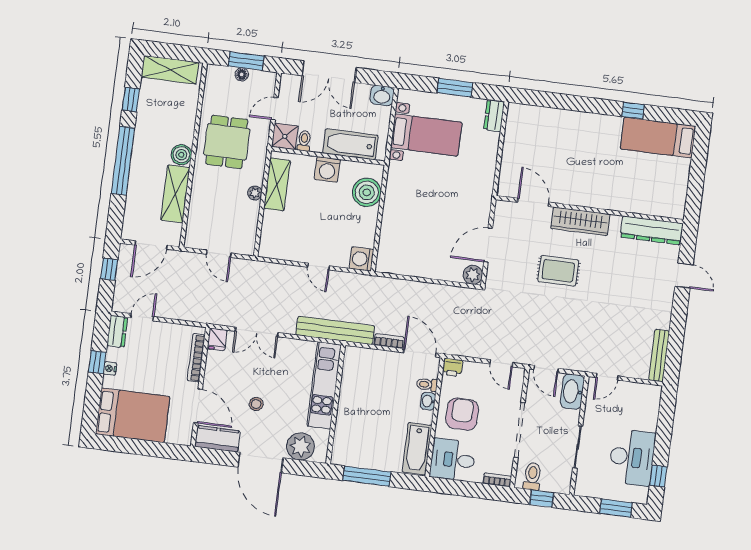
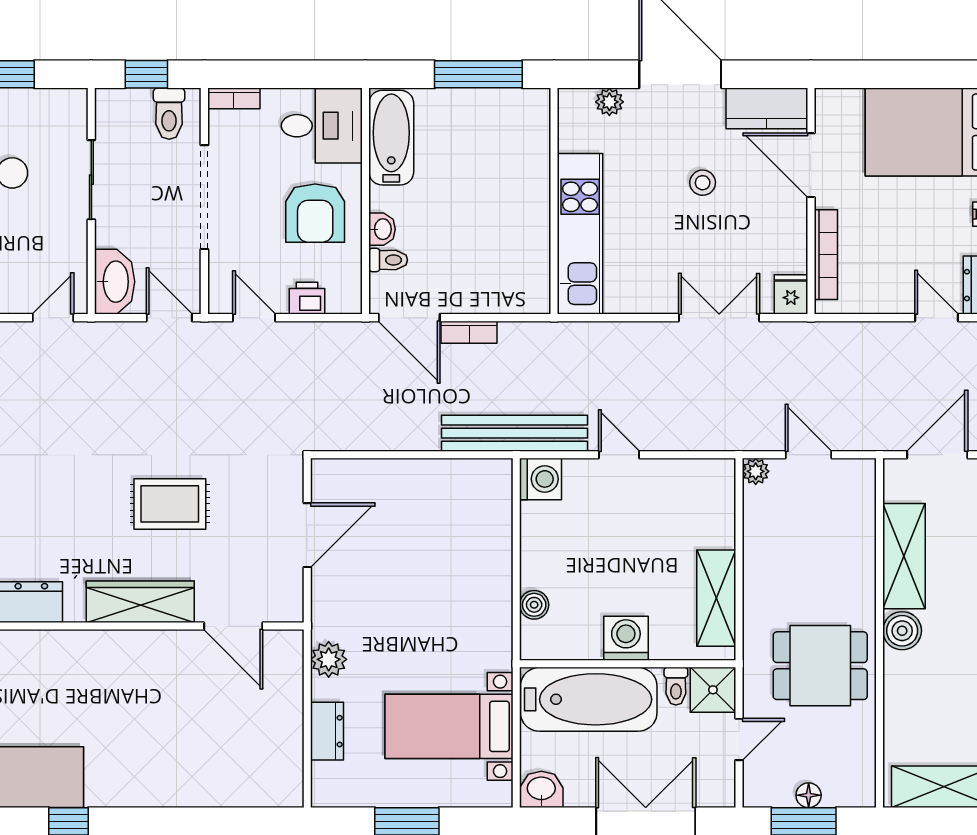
dresser: (494, 116) -> (327, 731), moved
dining table: (227, 142) -> (820, 666), turned 90
bathtub: (350, 144) -> (589, 699), width x1.36, depth x1.36
boiler: (367, 192) -> (534, 605), width x0.54, depth x0.54
plant: (255, 193) -> (756, 471), moved
plant: (473, 275) -> (329, 659), moved
door: (142, 317) -> (937, 318), swing flipped
bench: (335, 330) -> (514, 433), moved
printer: (452, 367) -> (307, 298), moved
plant: (301, 446) -> (609, 102), width x0.53, depth x0.53

